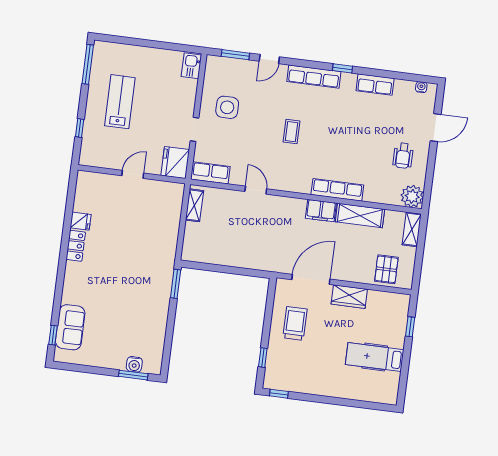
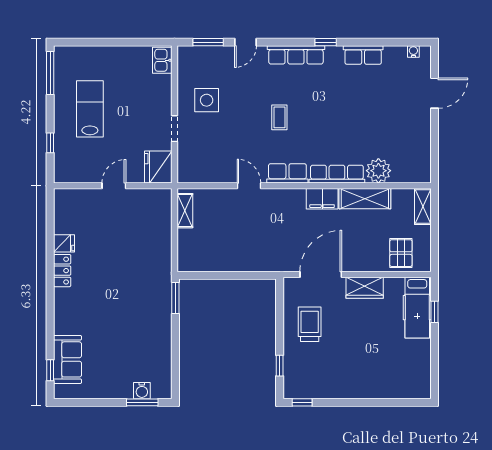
wheelchair: (403, 156) -> (403, 128), removed
row of seats: (210, 173) -> (287, 173), moved
plant: (412, 196) -> (378, 171), moved
hospital bed: (375, 357) -> (417, 308), moved, turned -90

